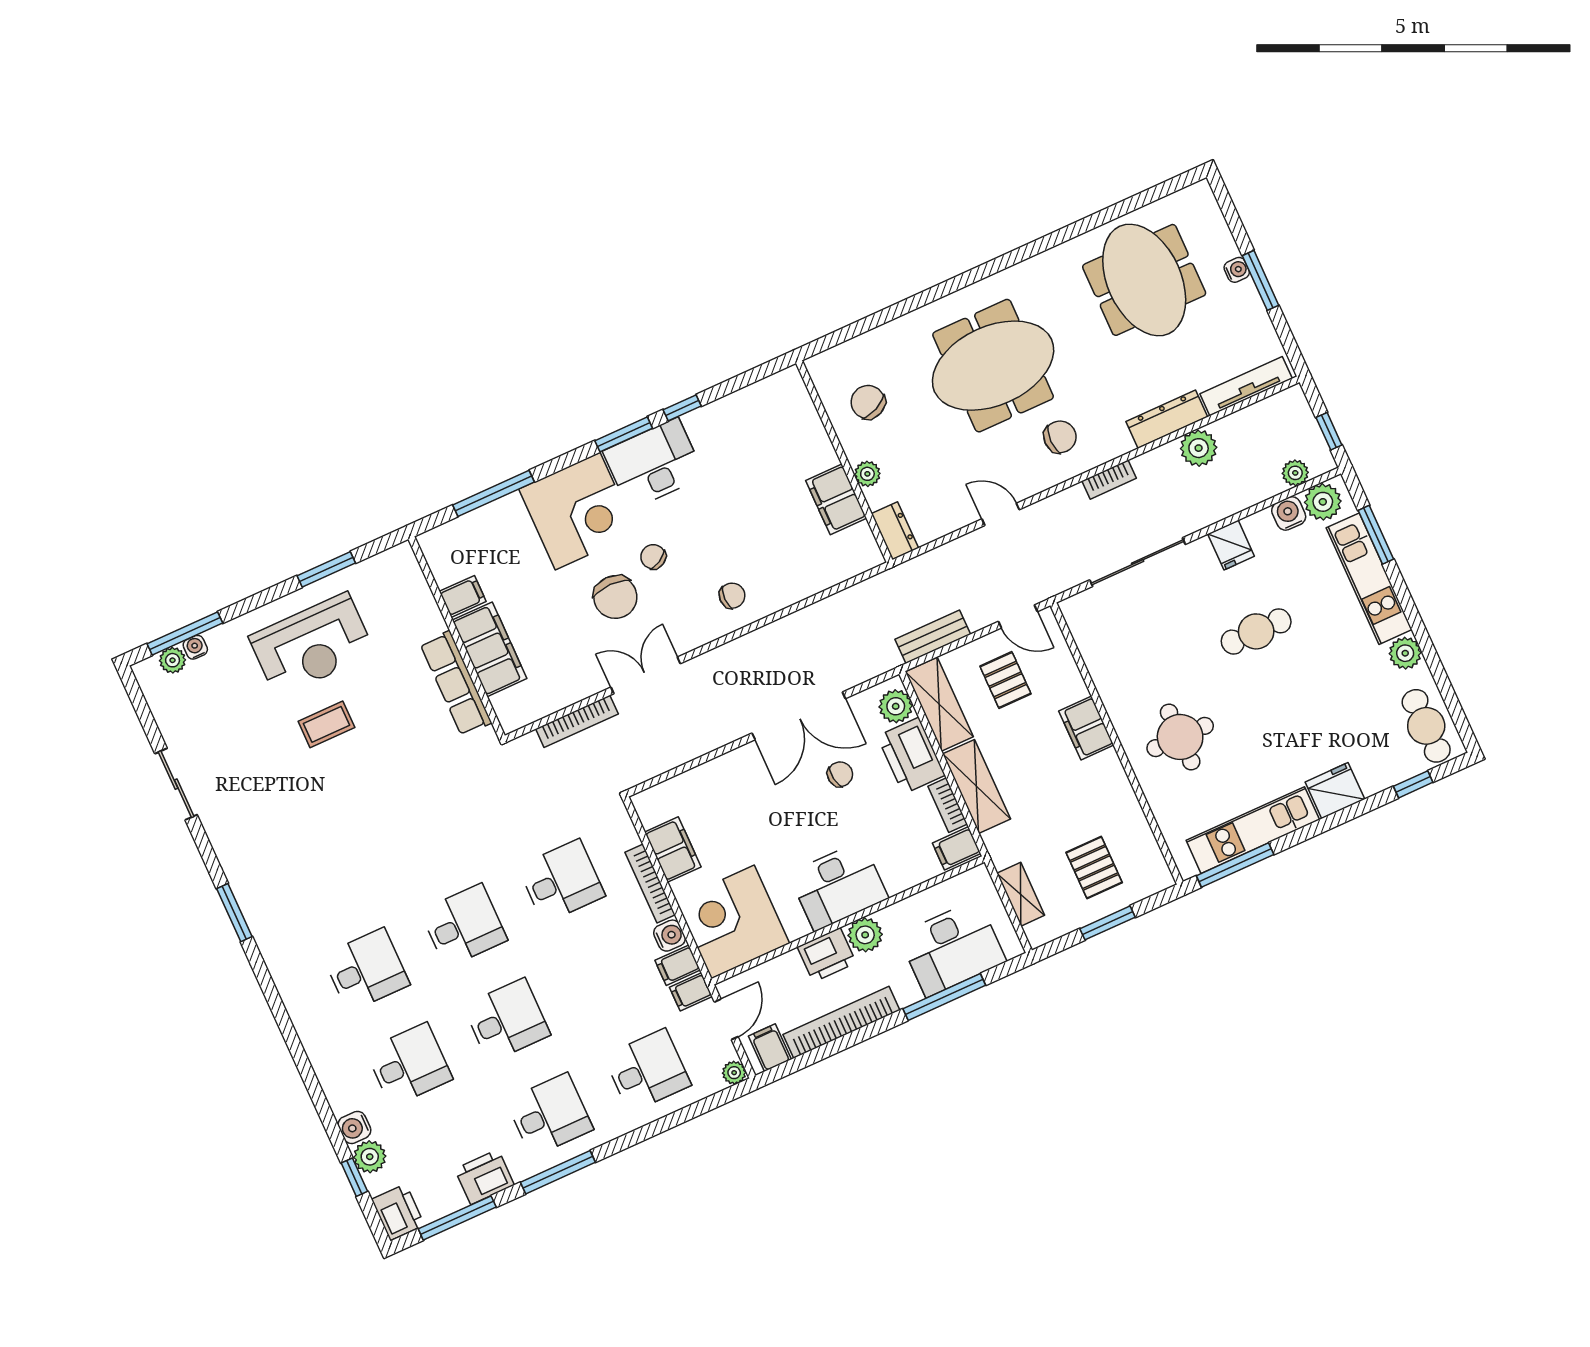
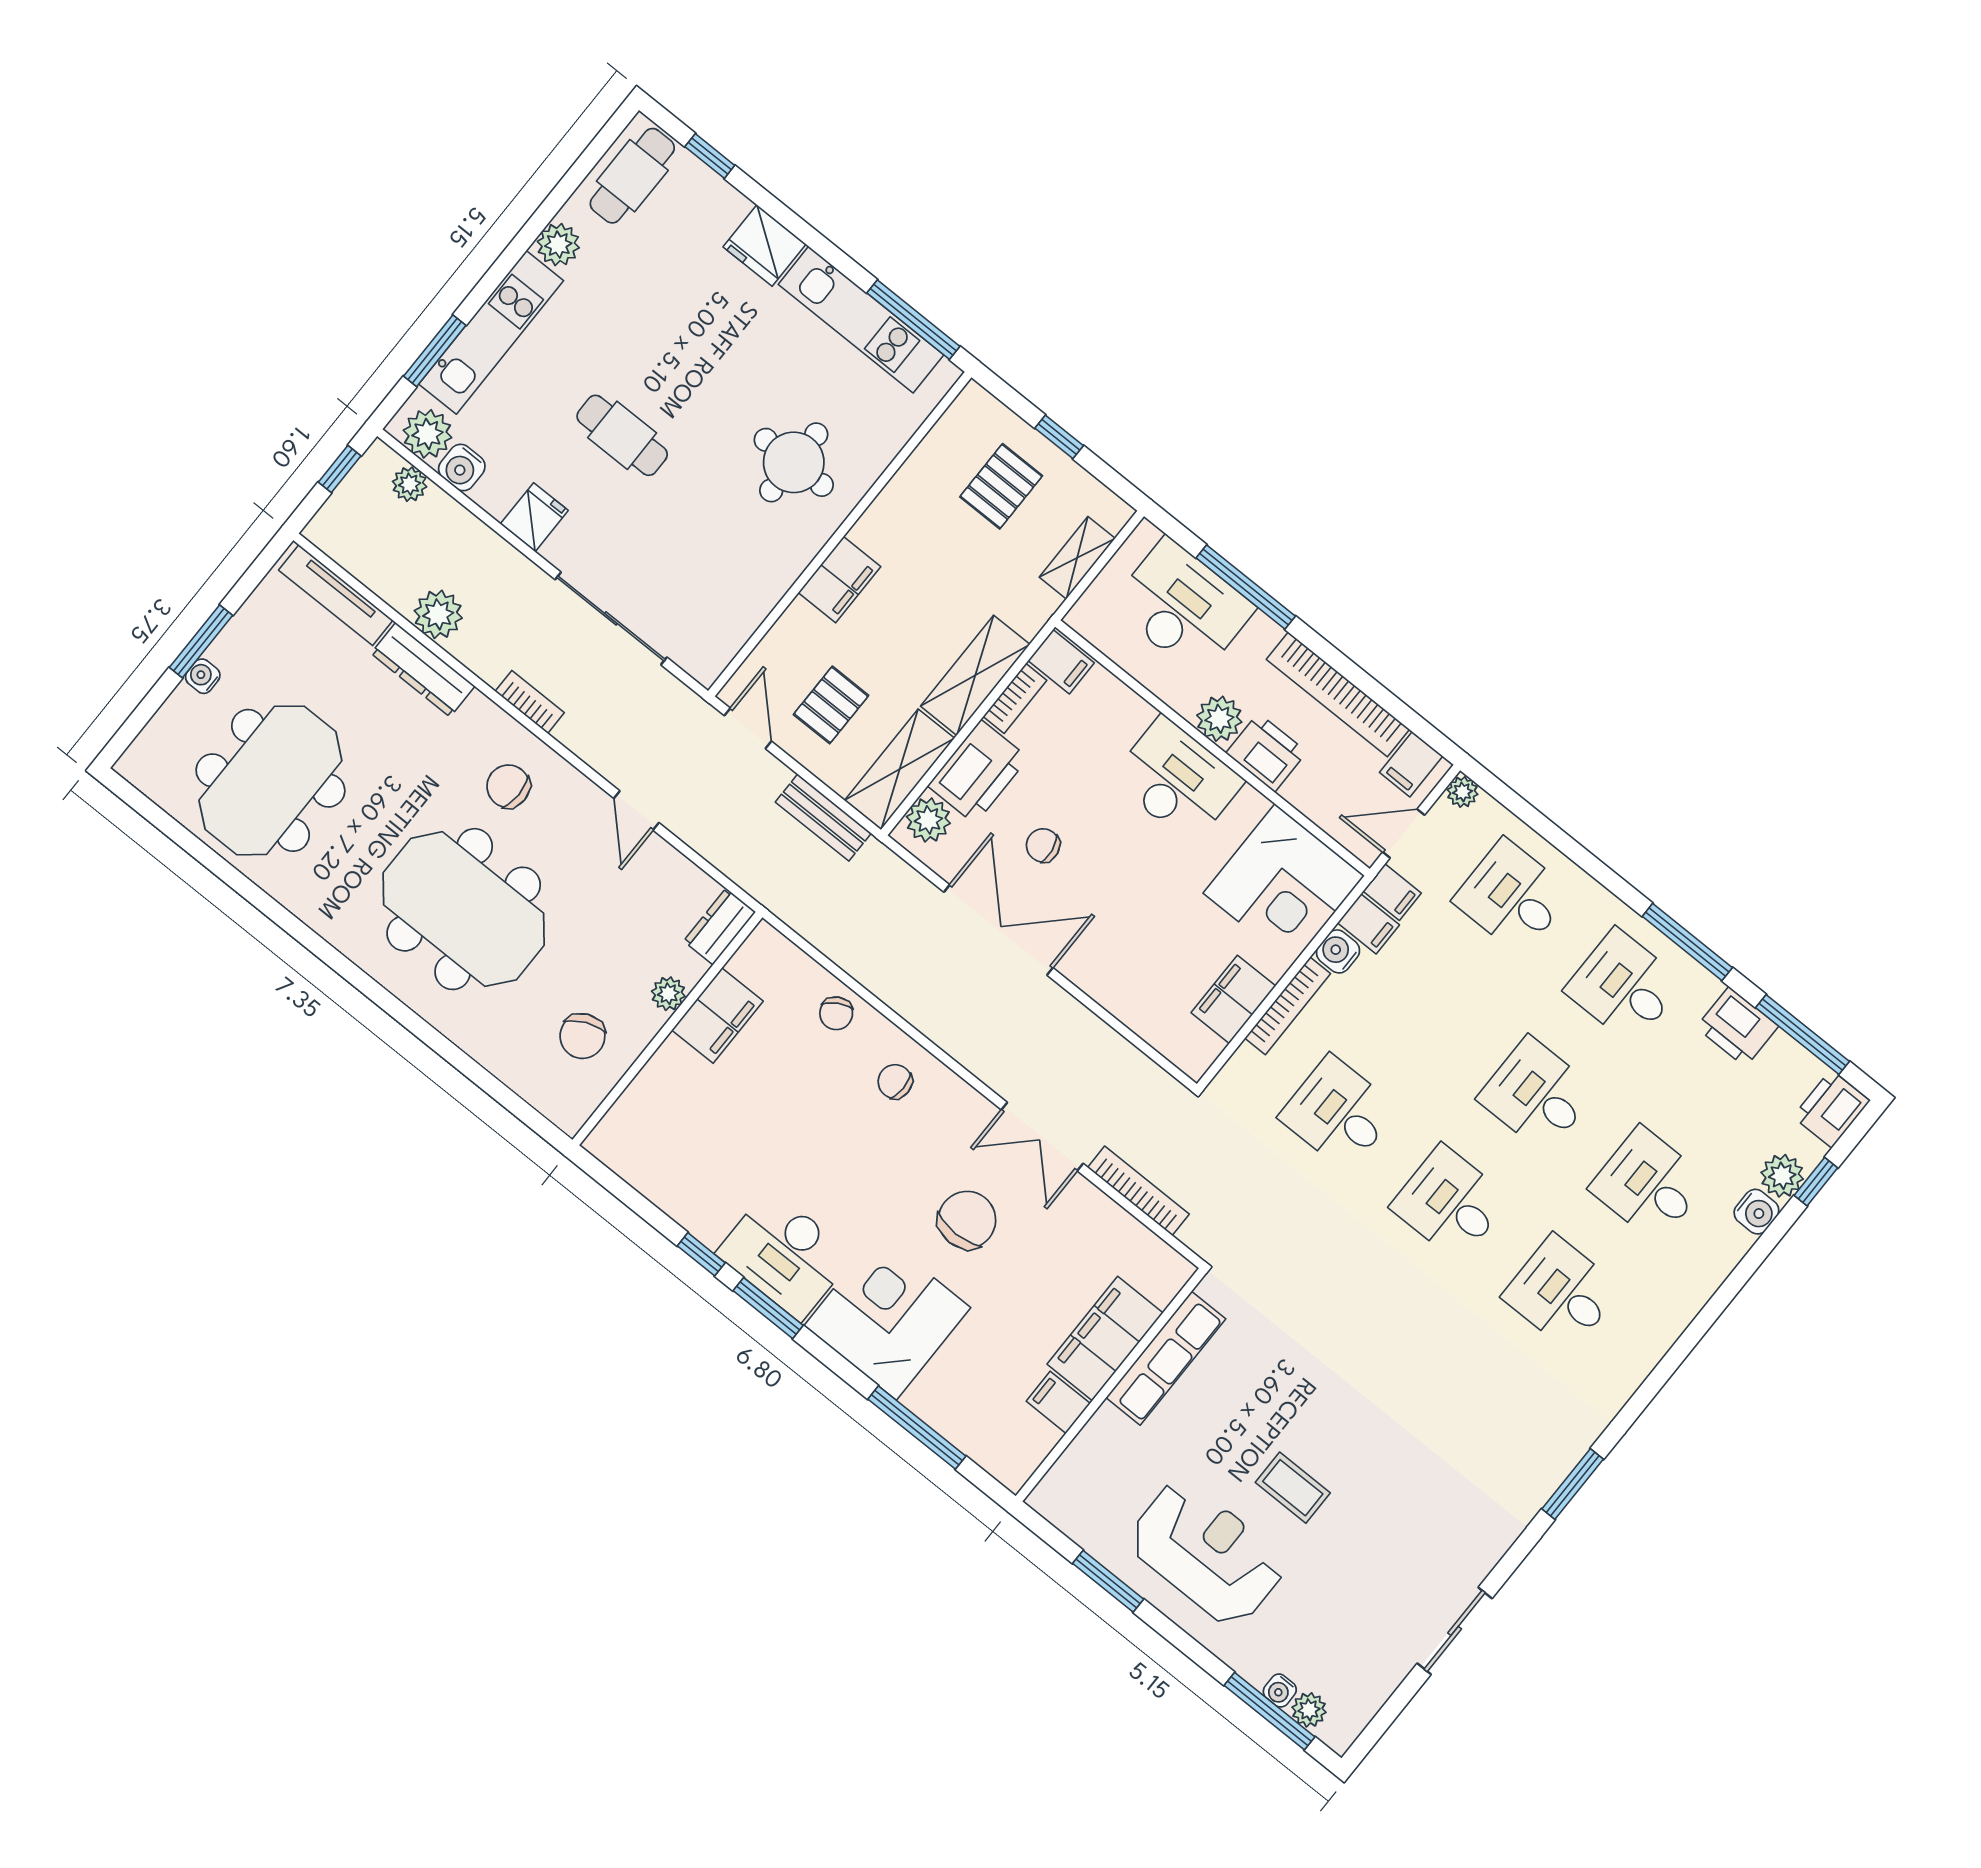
chair: (653, 557) -> (836, 1013), moved
window: (1108, 923) -> (1059, 437), width x0.67

